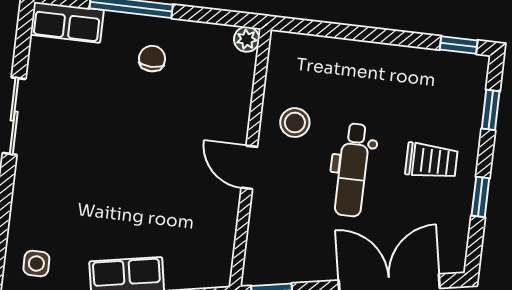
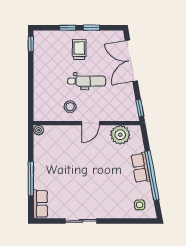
chair: (152, 59) -> (51, 168), removed
window: (491, 110) -> (68, 28), moved
plant: (212, 236) -> (120, 135), added

